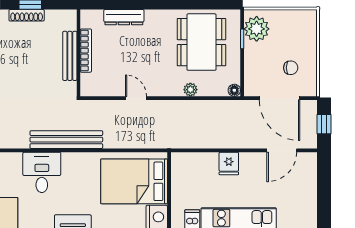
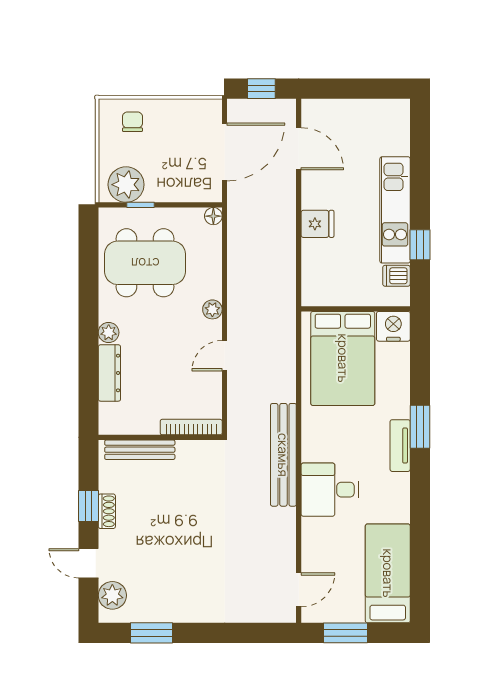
shoe rack: (27, 15) -> (107, 511), width x0.70
plant: (152, 17) -> (109, 332), added
bookcase: (86, 51) -> (191, 427), moved
bench: (70, 56) -> (140, 450), moved
chair: (291, 68) -> (132, 122), moved
plant: (190, 90) -> (212, 309), moved

